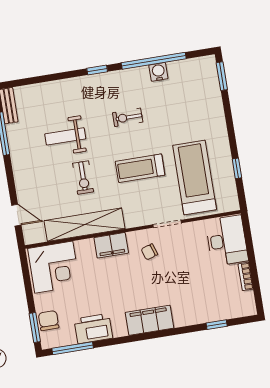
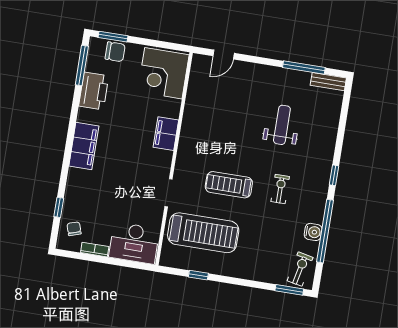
treadmill: (140, 168) -> (229, 185), turned -90
exercise bike: (83, 178) -> (300, 269), moved, turned 102
shelving: (85, 225) -> (193, 115), removed
chair: (149, 252) -> (74, 229), moved

